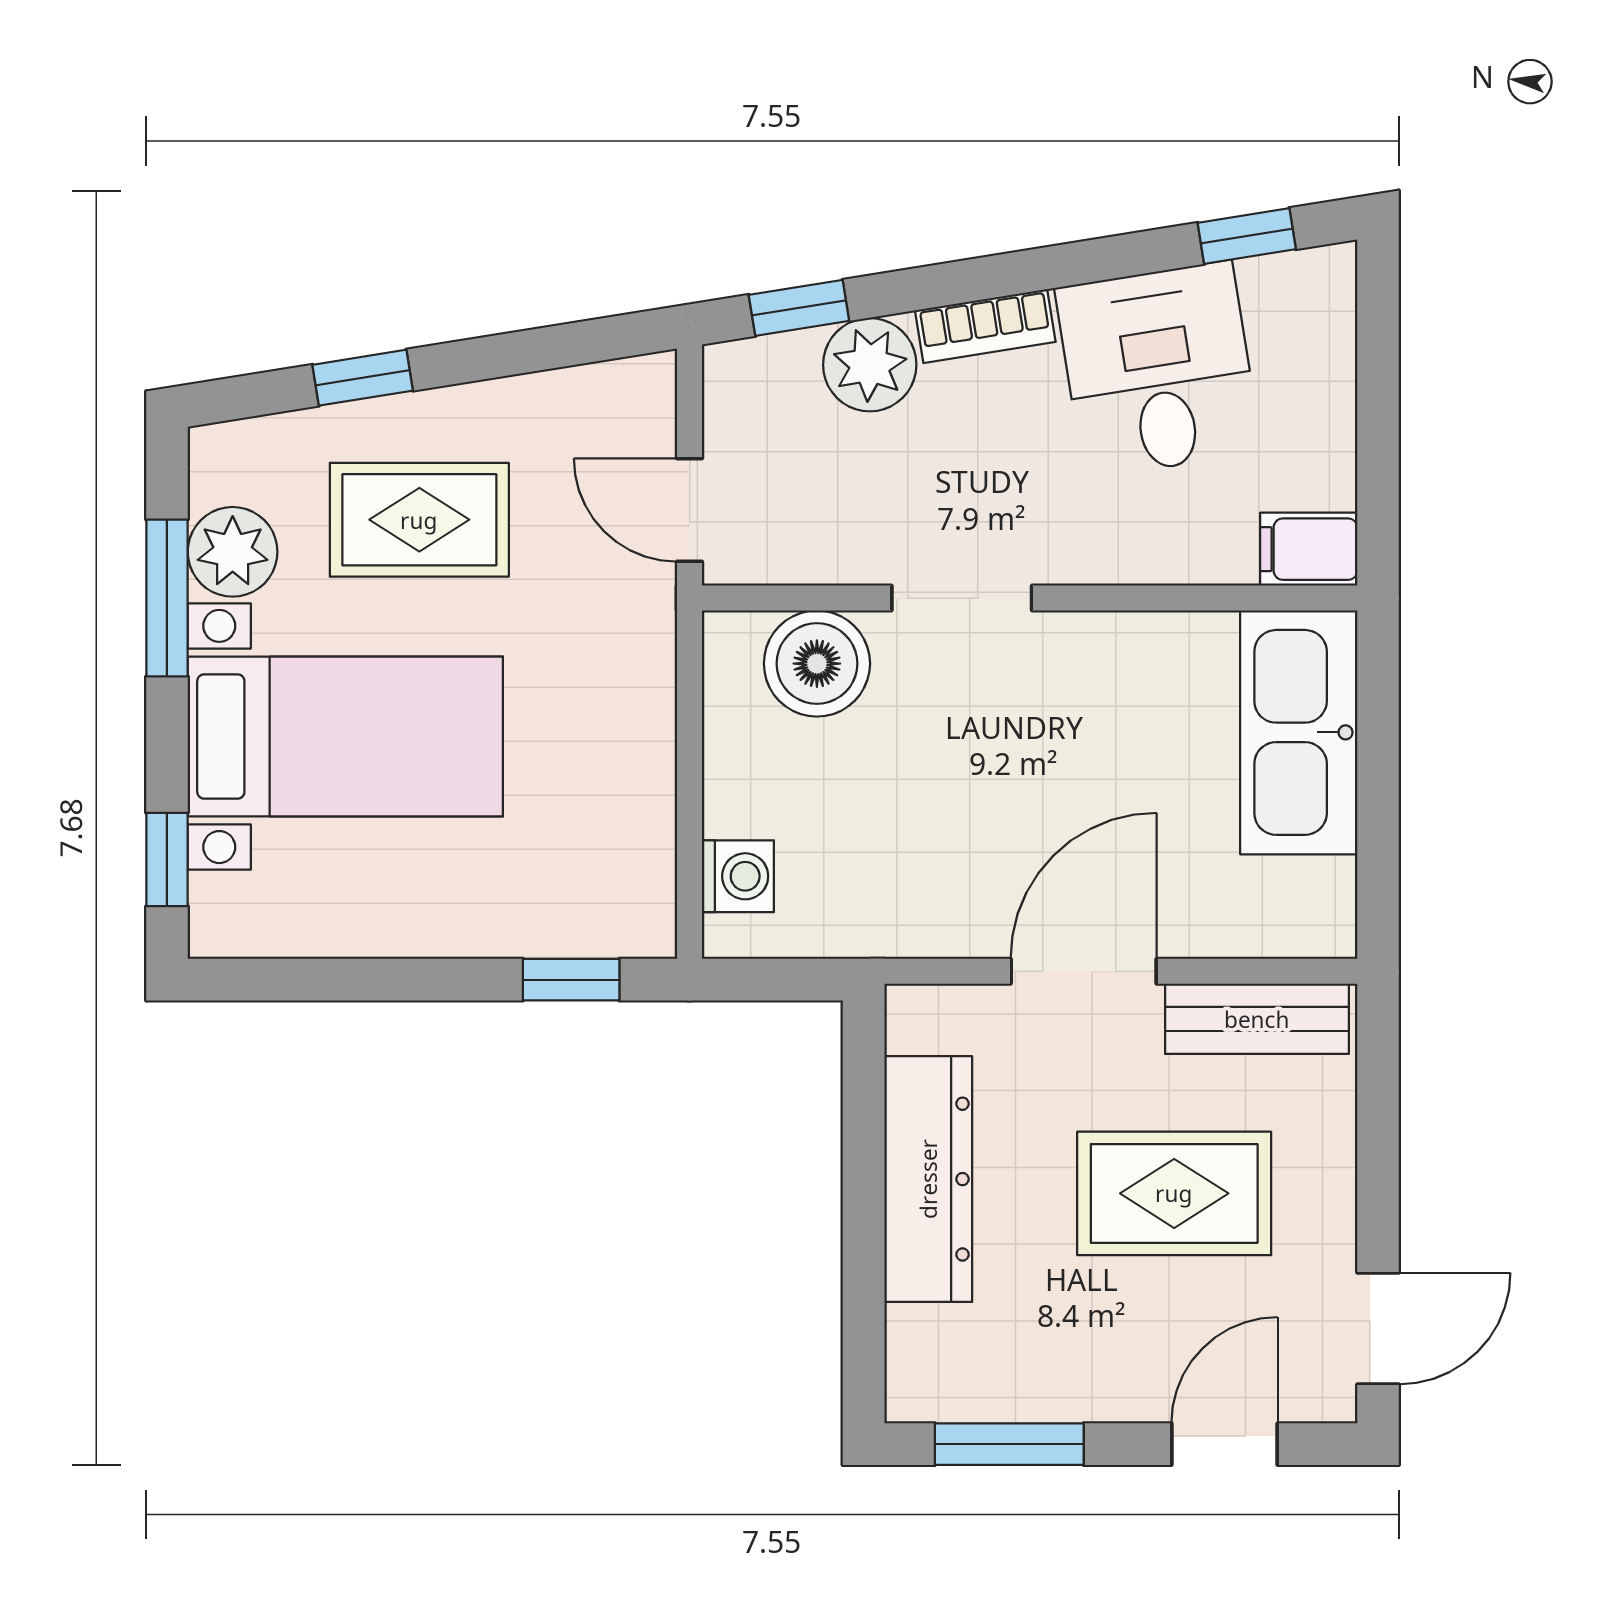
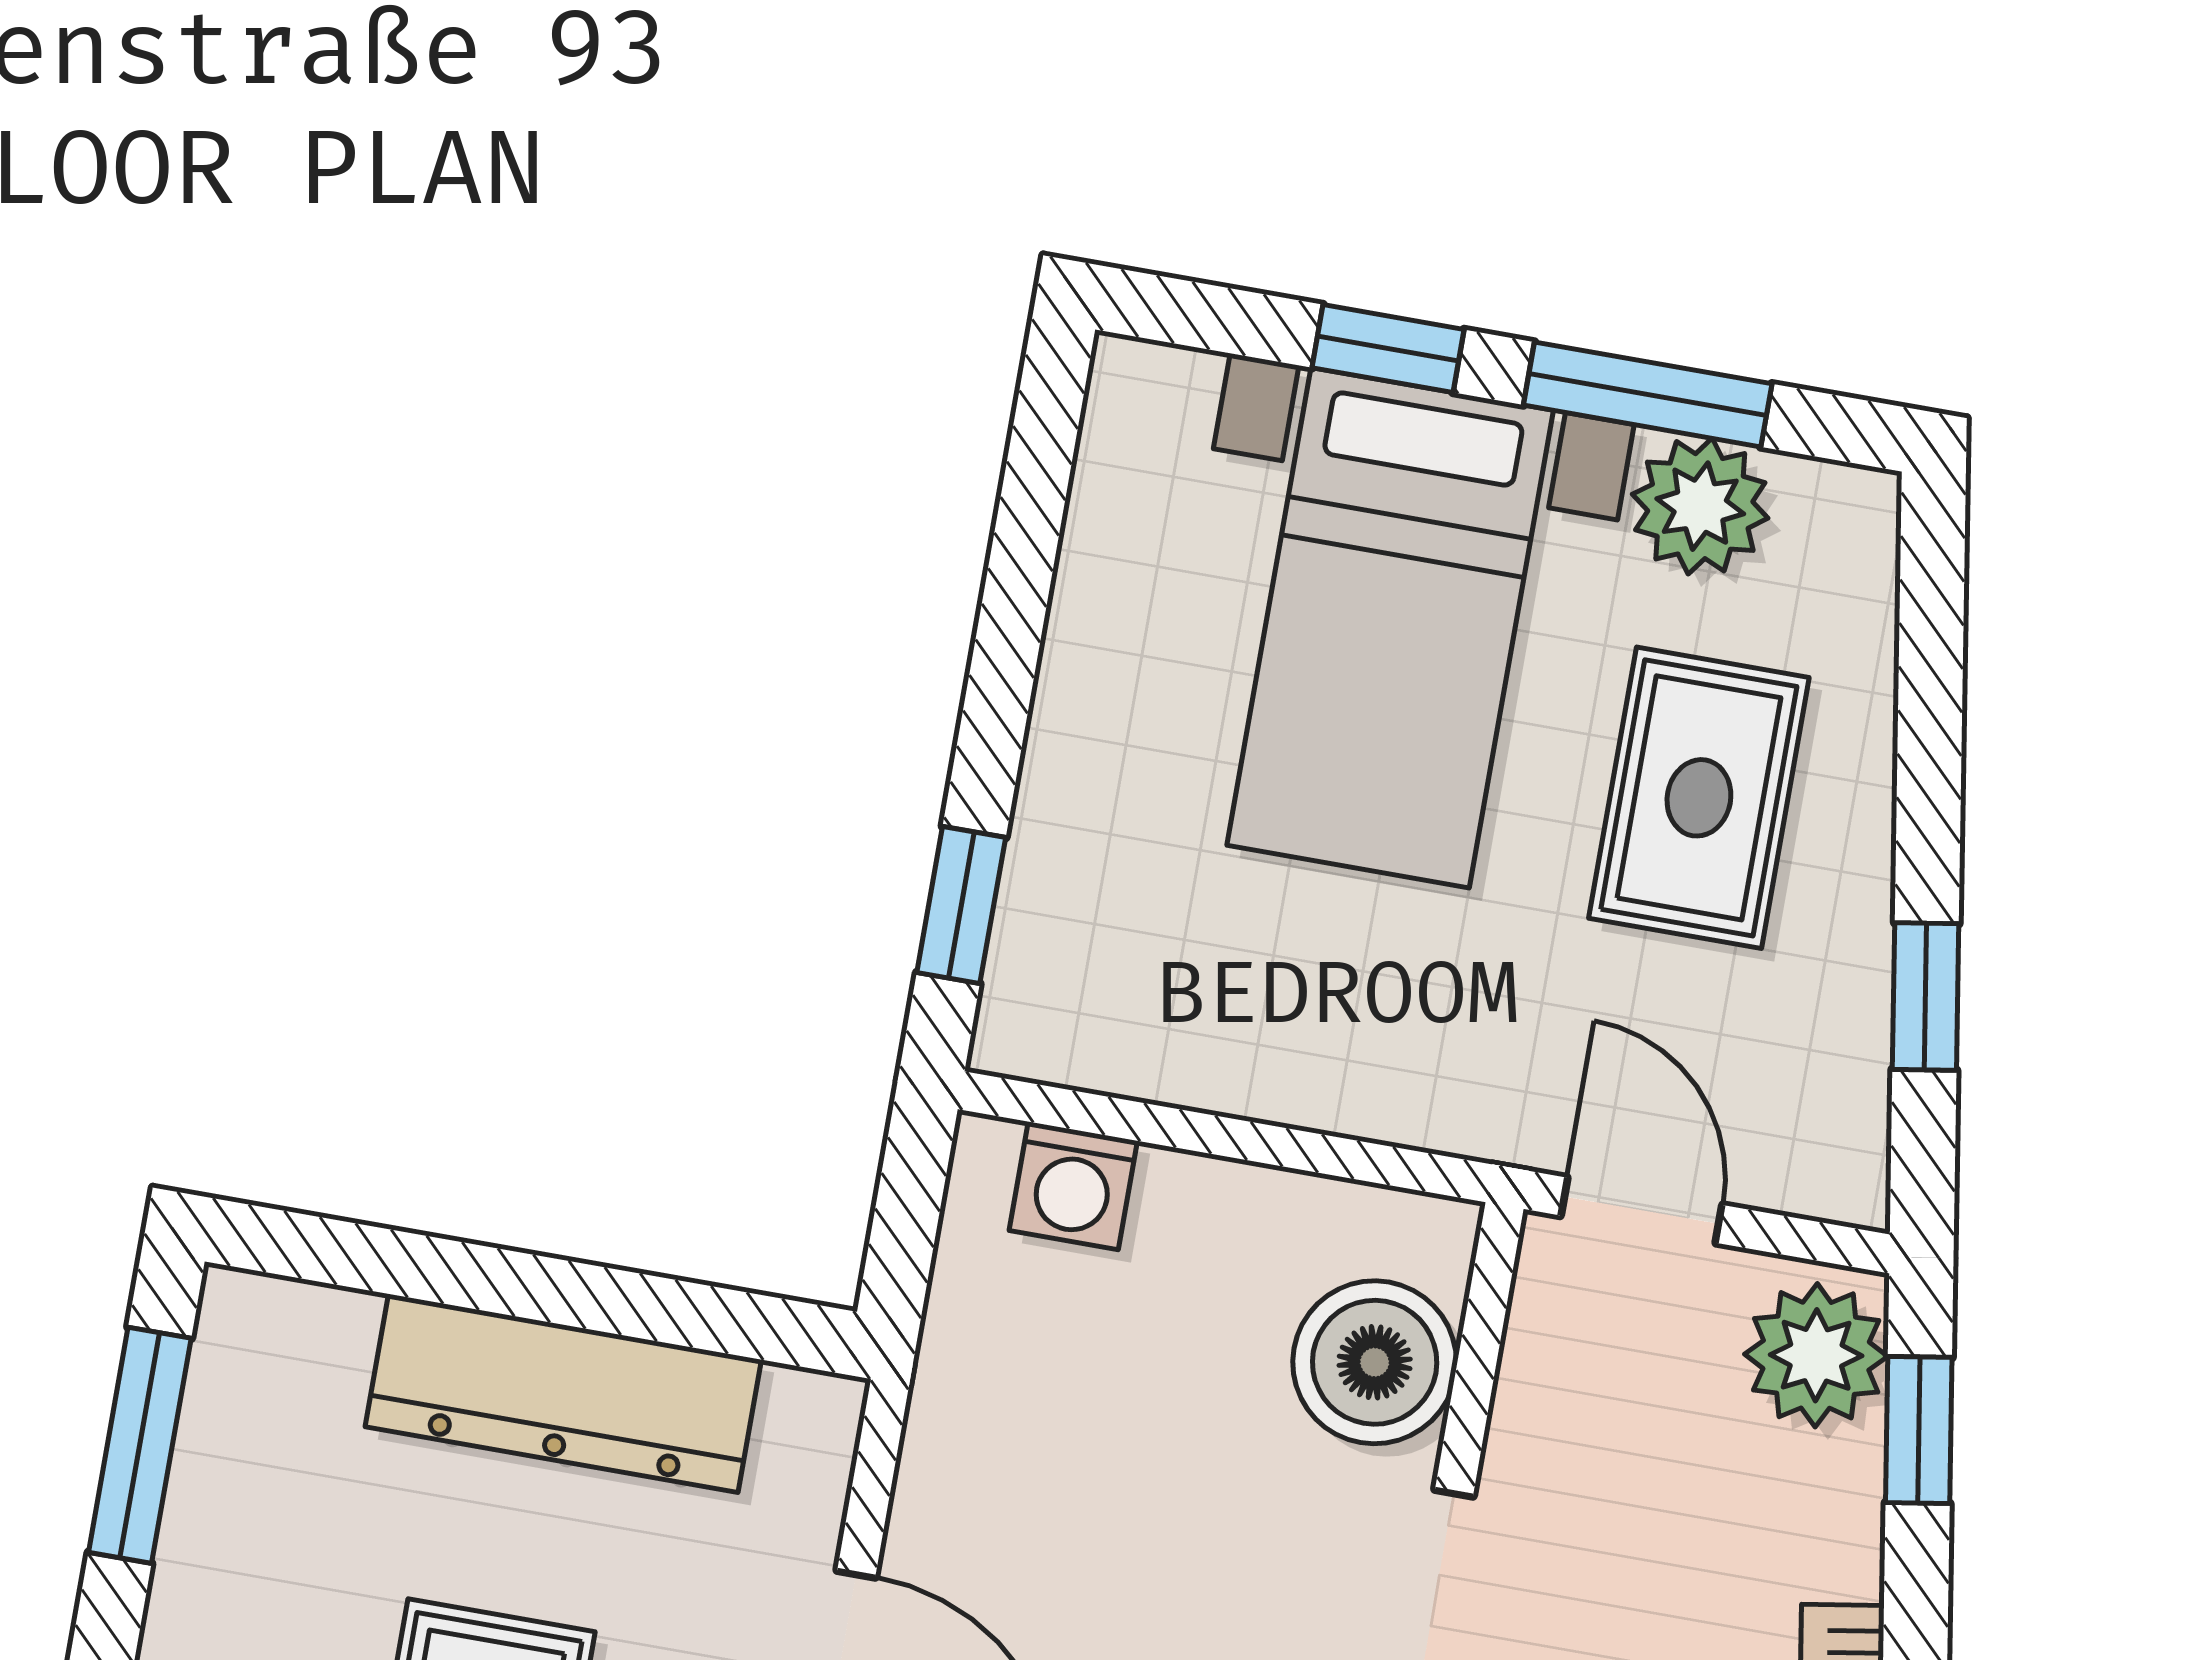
plant: (870, 365) -> (1816, 1355), moved
window: (363, 378) -> (1926, 997), moved
door: (690, 510) -> (1642, 1210), hinge flipped
window: (167, 859) -> (1388, 349), moved

